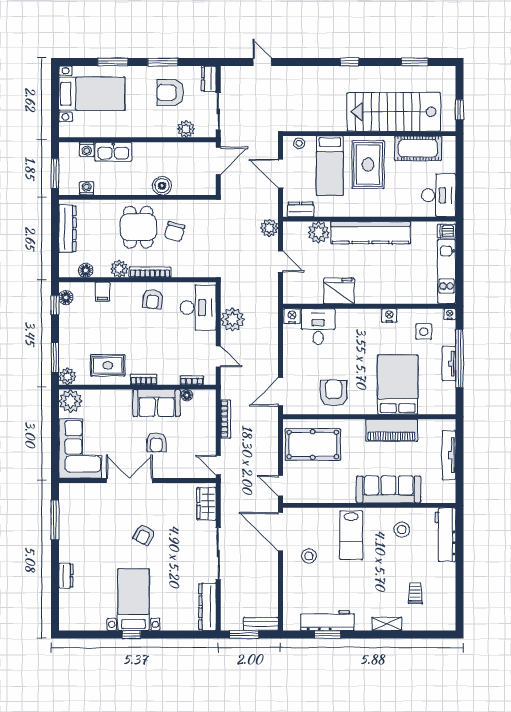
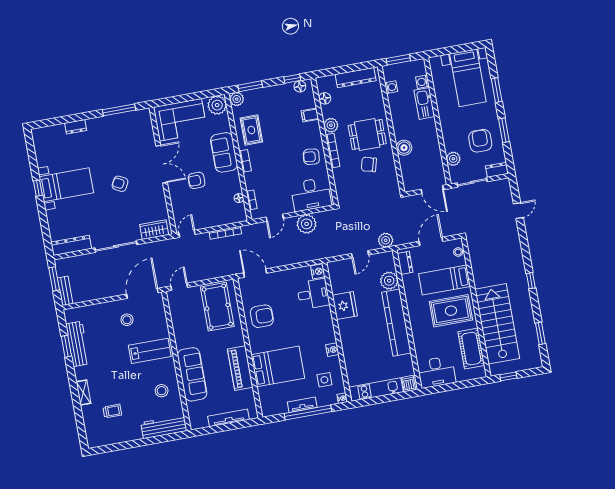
sofa: (156, 403) -> (224, 152), moved
lab bench: (351, 535) -> (150, 351), turned 180

